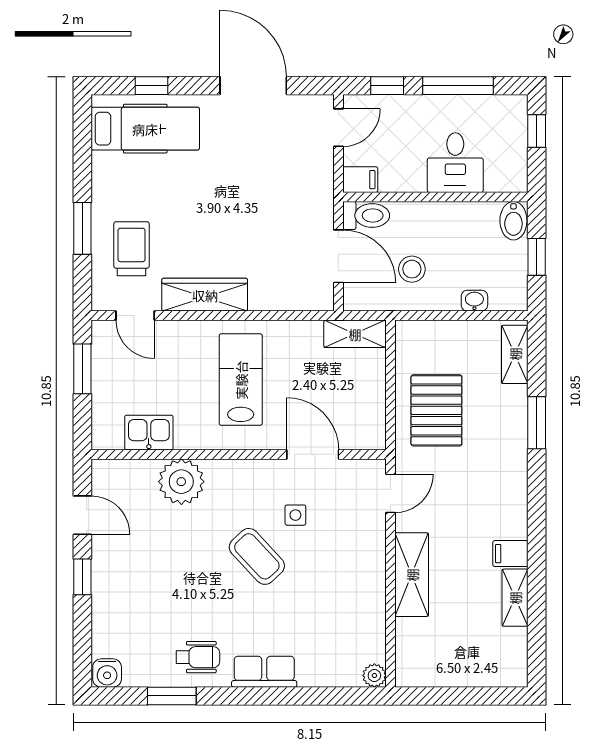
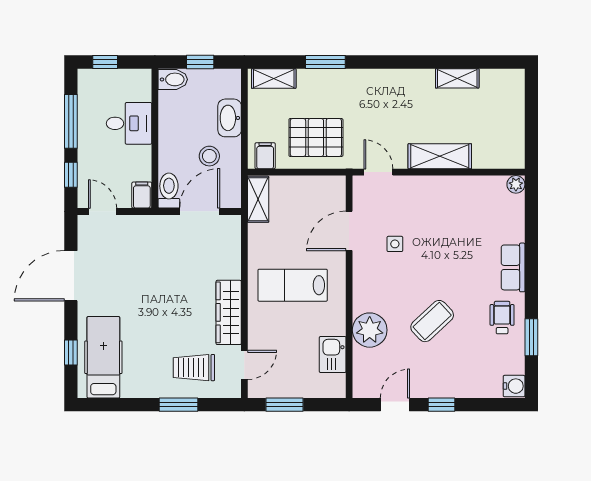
washbasin: (474, 301) -> (230, 118), width x1.91, depth x1.45
filing cabinet: (510, 554) -> (265, 156), moved, turned 180
coffee table: (257, 556) -> (432, 321), moved

